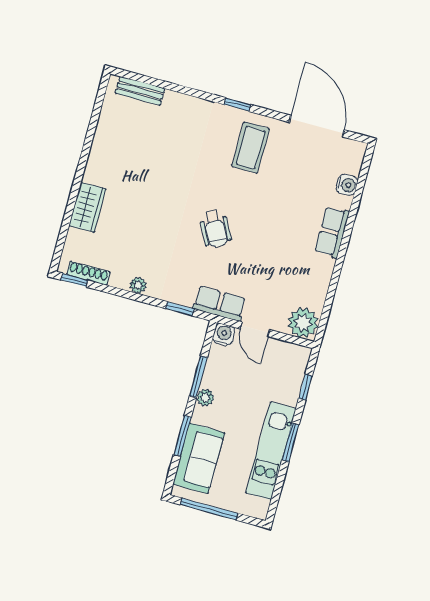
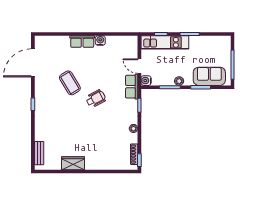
coffee table: (251, 148) -> (70, 83), moved, turned 59
water cooler: (347, 185) -> (100, 41), moved
wardrobe: (87, 207) -> (73, 163), moved
plant: (303, 323) -> (130, 44), removed
door: (255, 329) -> (139, 66), swing flipped
kitchen unit: (271, 451) -> (165, 42), moved

